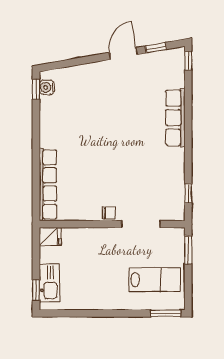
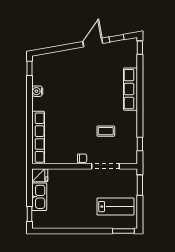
water cooler: (47, 87) -> (37, 91), moved
coffee table: (141, 176) -> (106, 131), added
kitchen sink: (49, 283) -> (39, 197), moved

